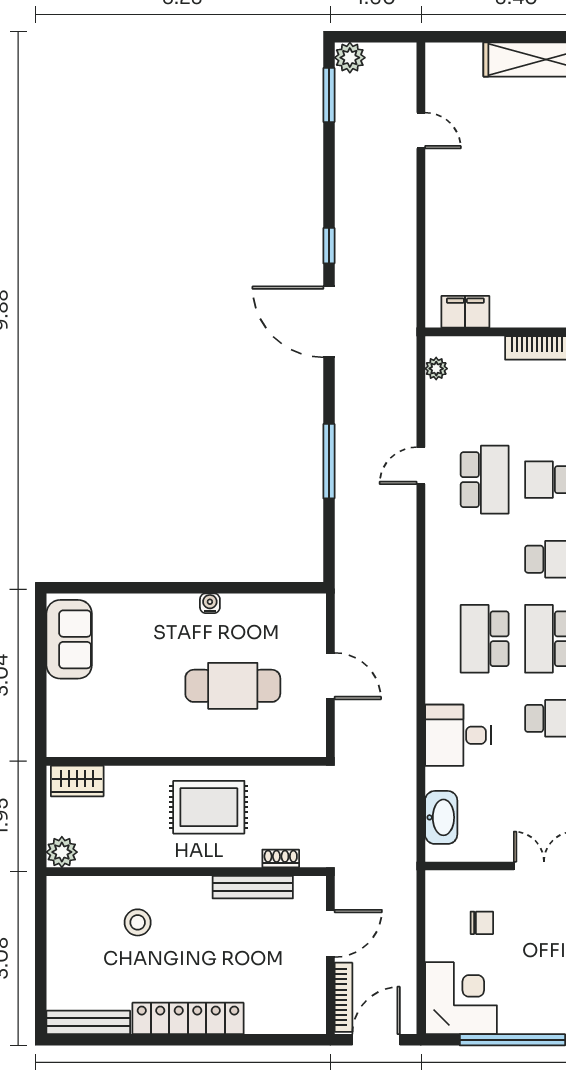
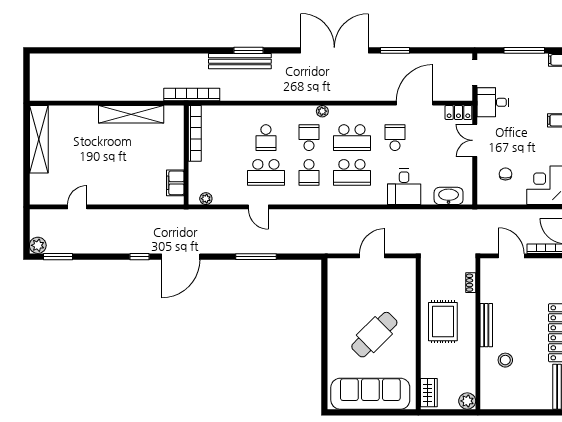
school desk: (485, 480) -> (266, 172), turned 180
school desk: (485, 559) -> (309, 172), added
water cooler: (210, 603) -> (333, 321), removed
sofa: (69, 639) -> (370, 394), width x1.85, depth x1.27
cafe table: (233, 686) -> (374, 335), moved, turned 45
bench: (253, 887) -> (486, 325), moved

